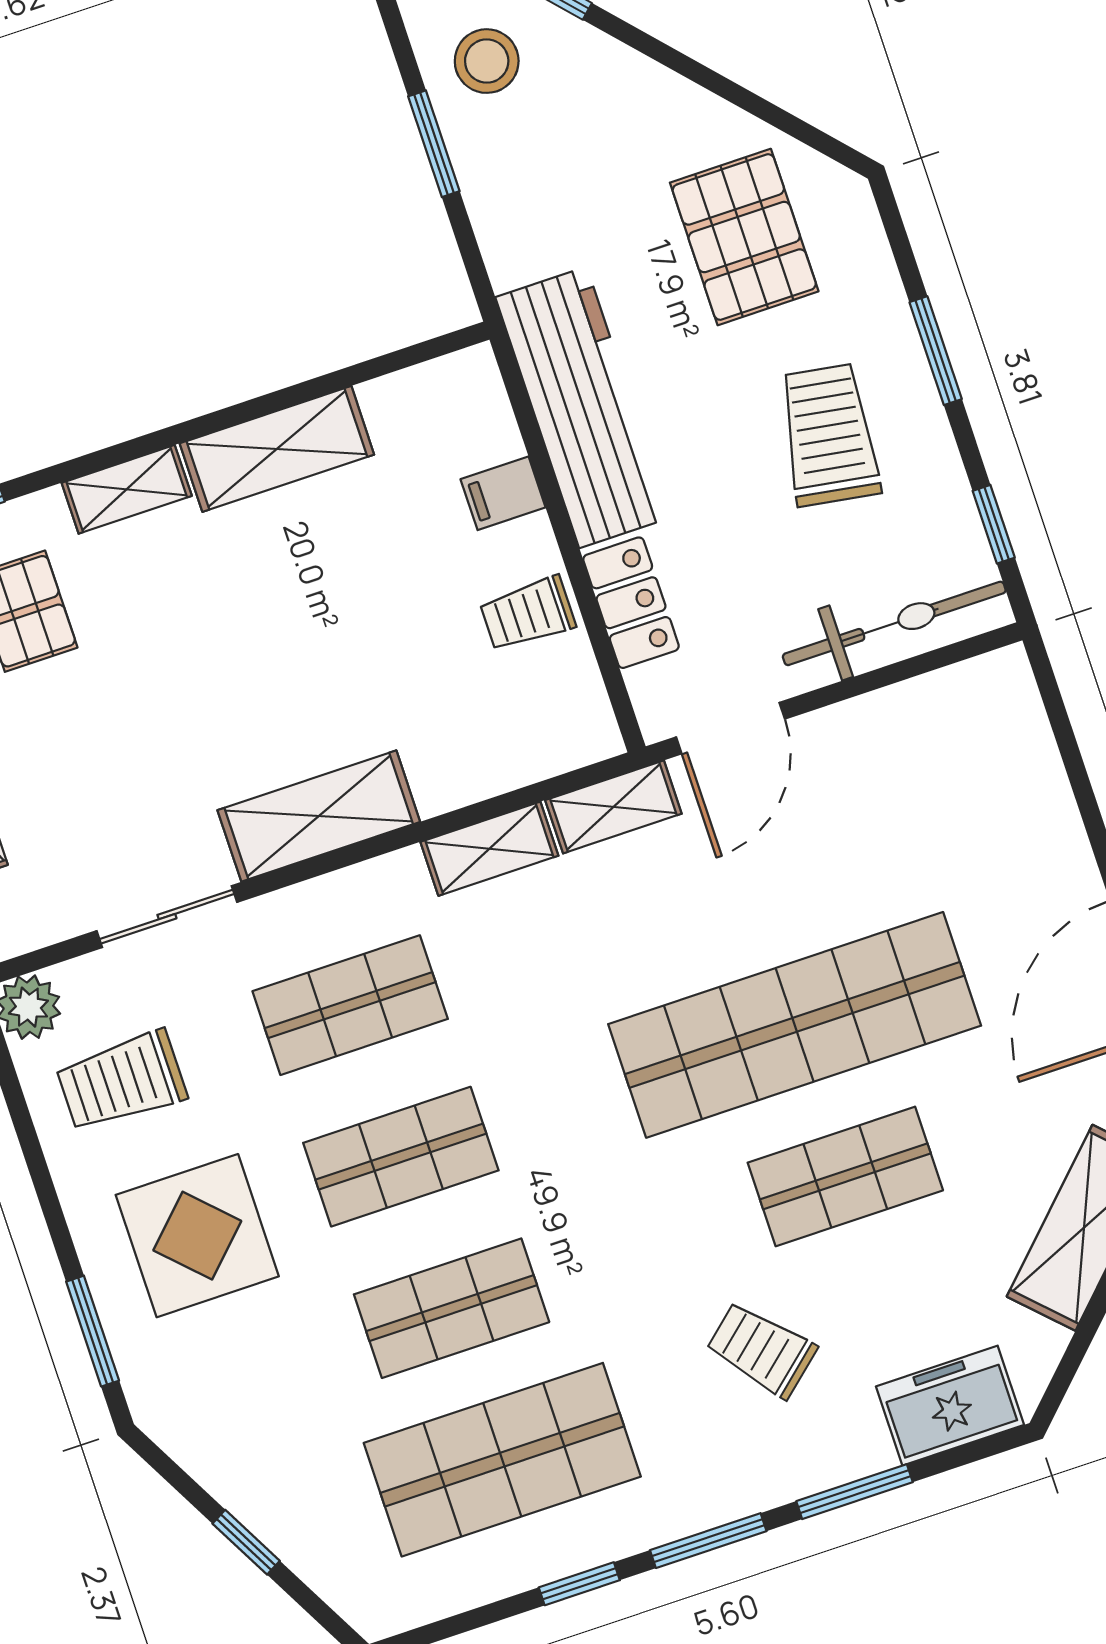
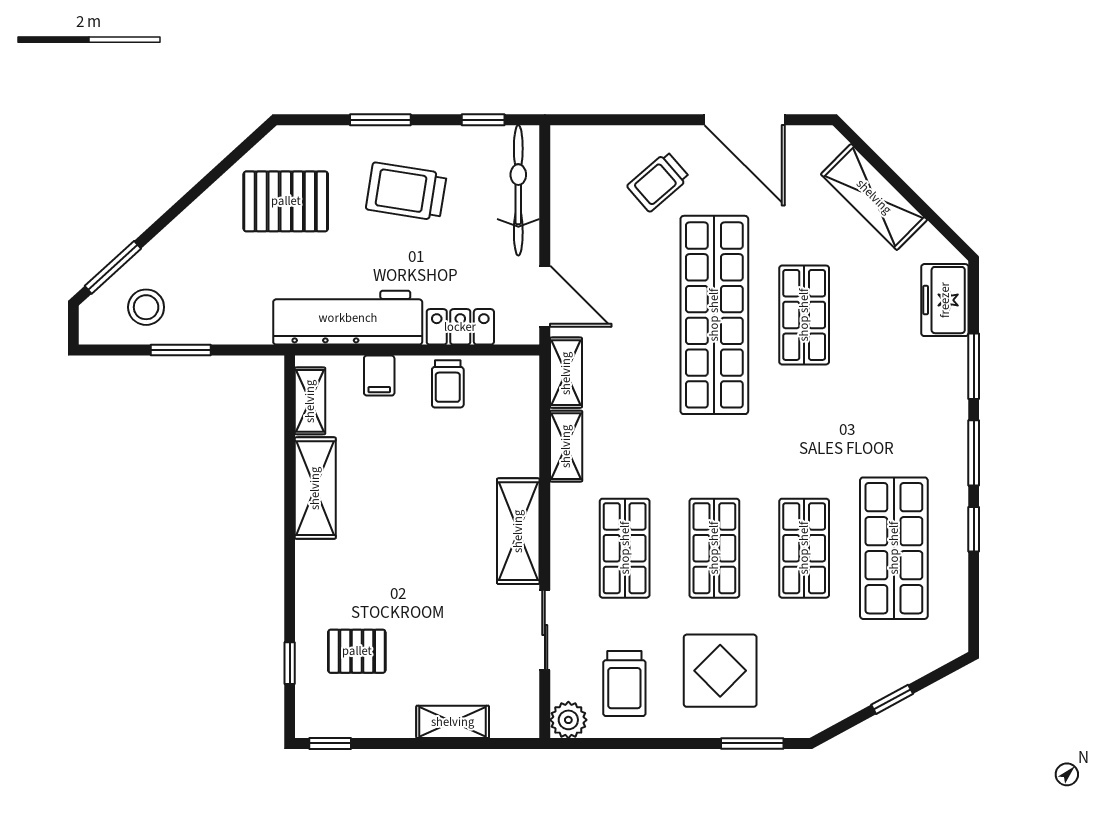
shelving: (127, 489) -> (310, 401), moved
trolley: (761, 1350) -> (658, 182), moved

